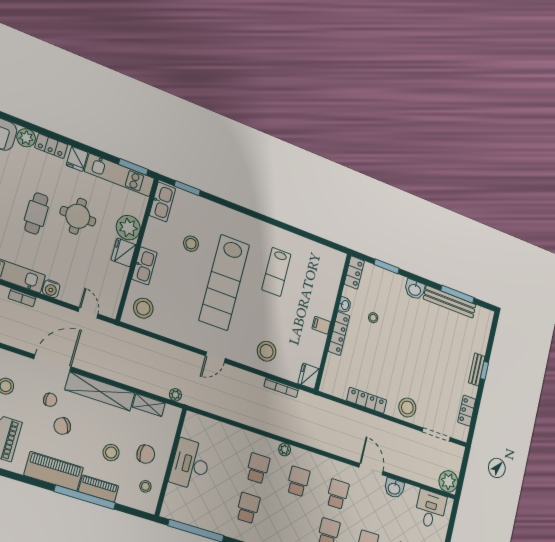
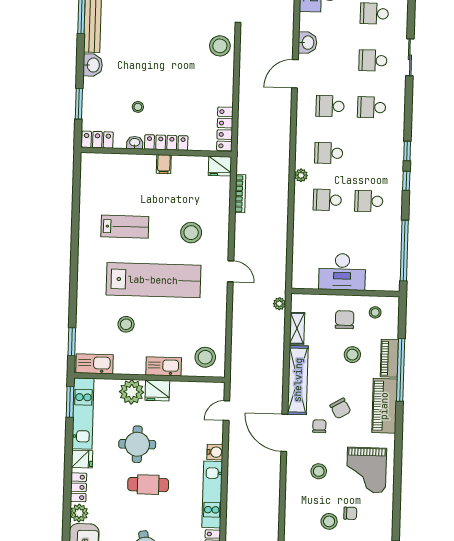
bookcase: (22, 298) -> (232, 477), removed
stool: (267, 351) -> (191, 233), moved
locker: (367, 400) -> (225, 129), moved

